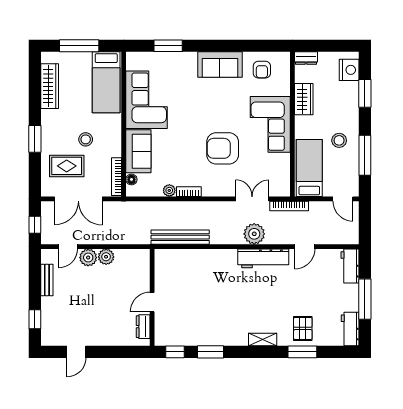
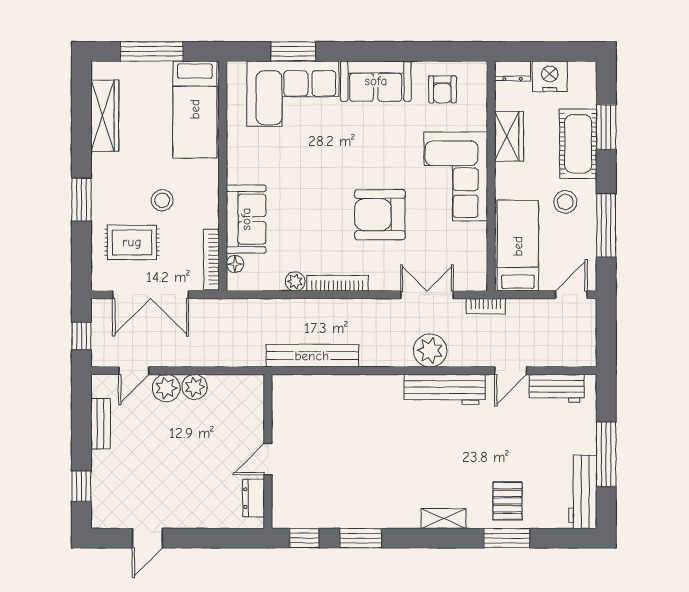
nightstand: (349, 70) -> (550, 76), moved, turned -90
corner sofa: (147, 100) -> (293, 94), moved, turned 90
cot: (347, 104) -> (578, 144), added
bookcase: (189, 192) -> (337, 283), width x1.56
door: (343, 199) -> (571, 295), swing flipped
bookcase: (289, 206) -> (486, 306), width x0.64
workbench: (350, 266) -> (557, 388), moved, turned -90
workbench: (350, 329) -> (583, 492), width x1.37

